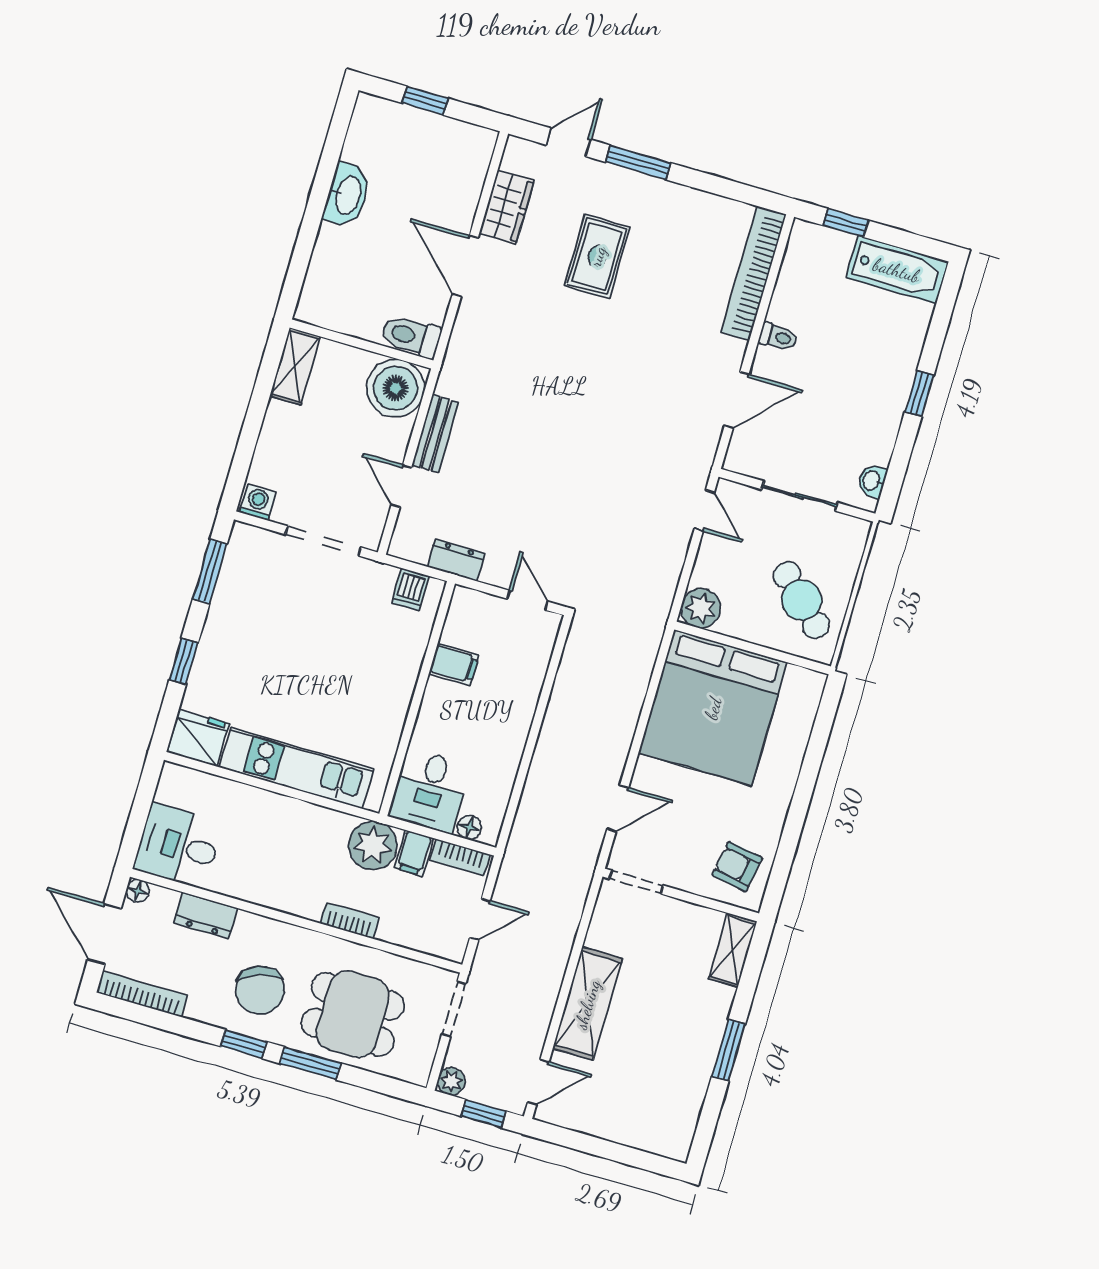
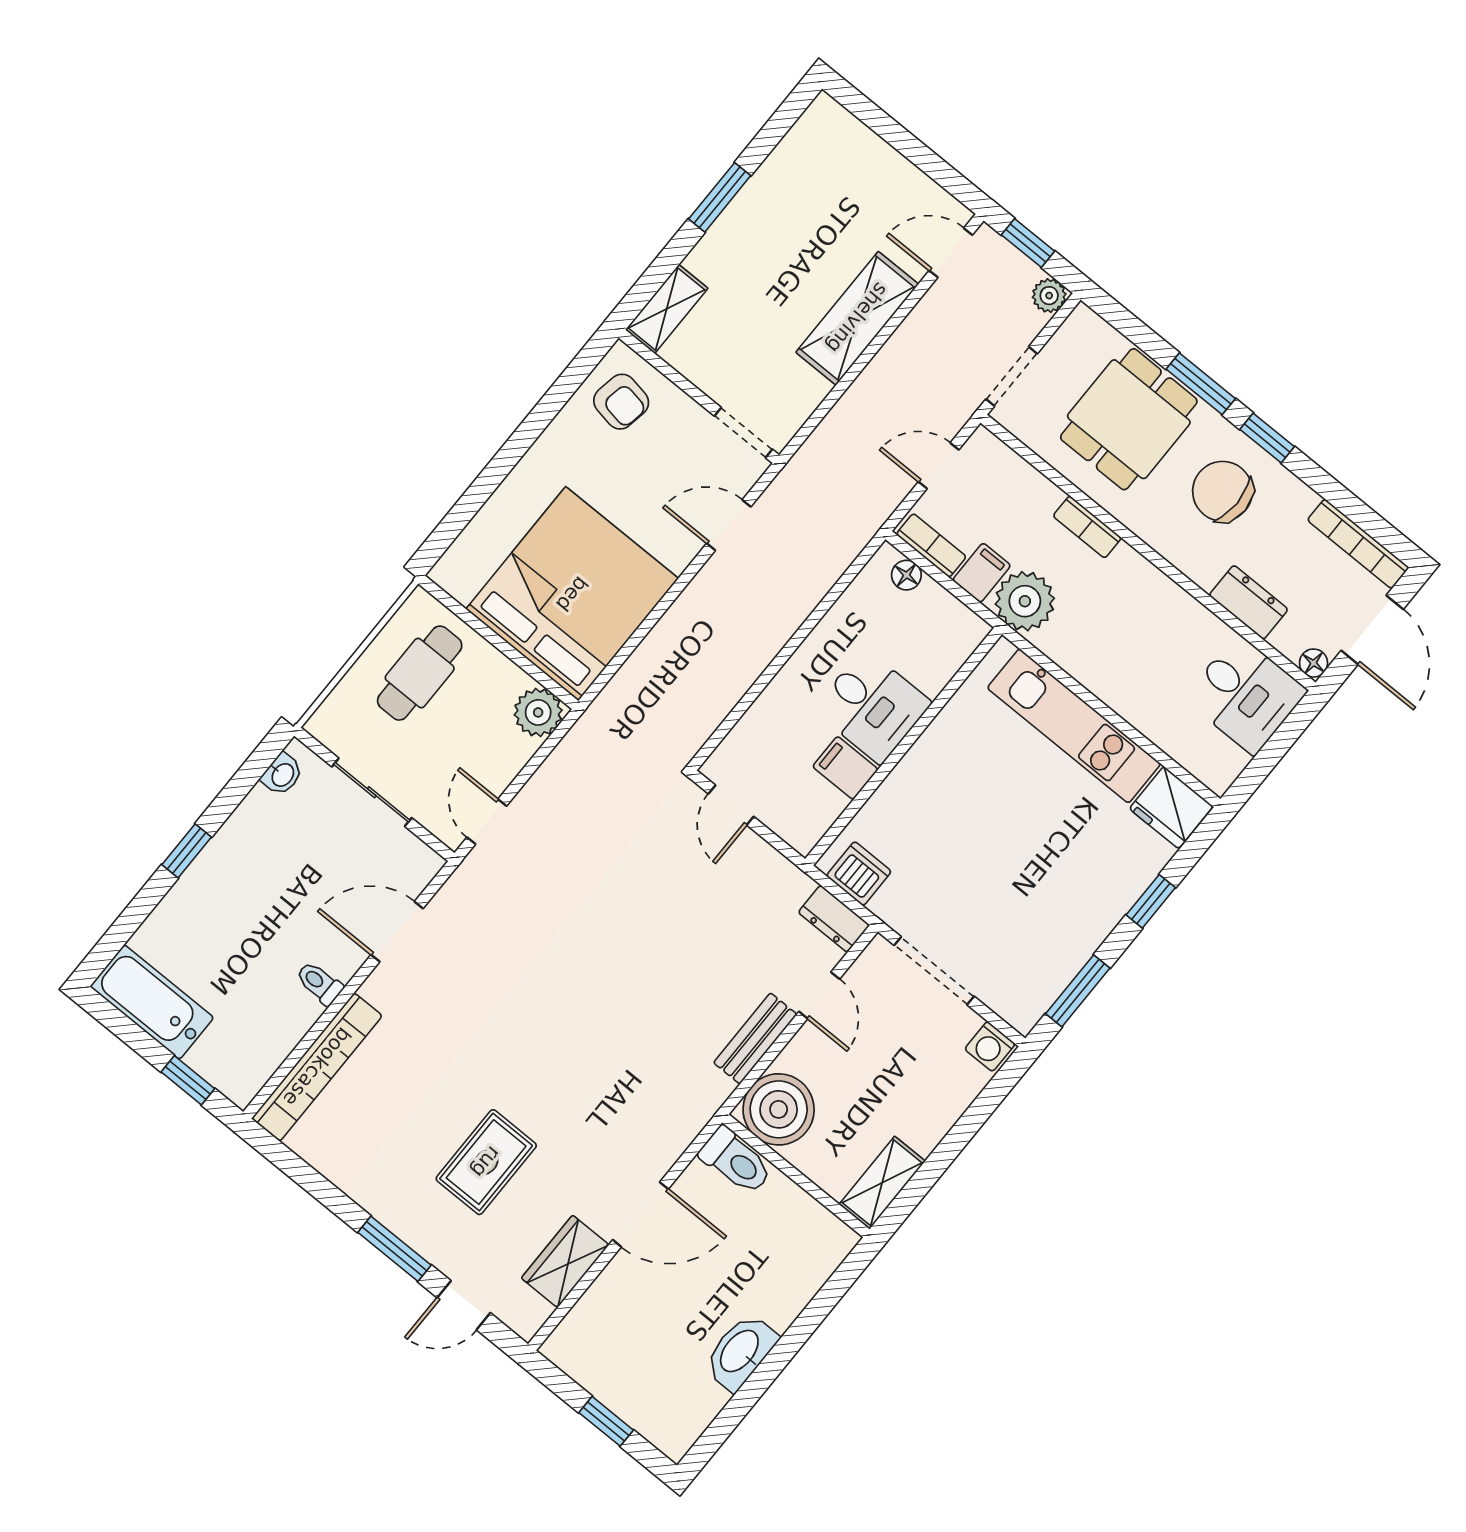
door: (465, 266) -> (641, 1214), hinge flipped
dresser: (456, 560) -> (834, 919), moved
dishwasher: (410, 590) -> (859, 874), width x1.38
cafe table: (802, 600) -> (420, 673), turned 46
desk: (430, 791) -> (872, 706), moved, turned 90
chair: (260, 990) -> (1222, 491), turned -71
dining table: (353, 1014) -> (1129, 419), turned 90

